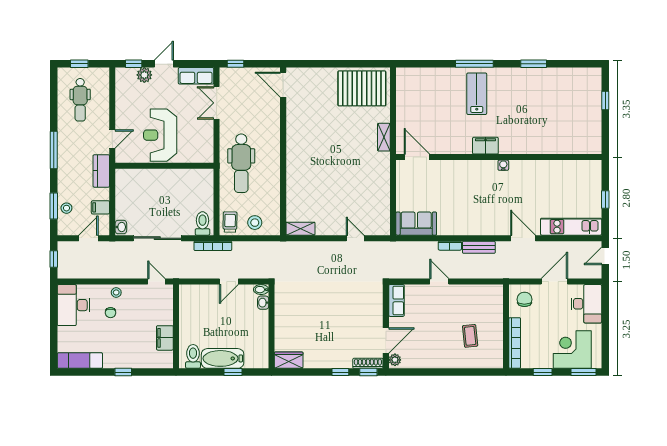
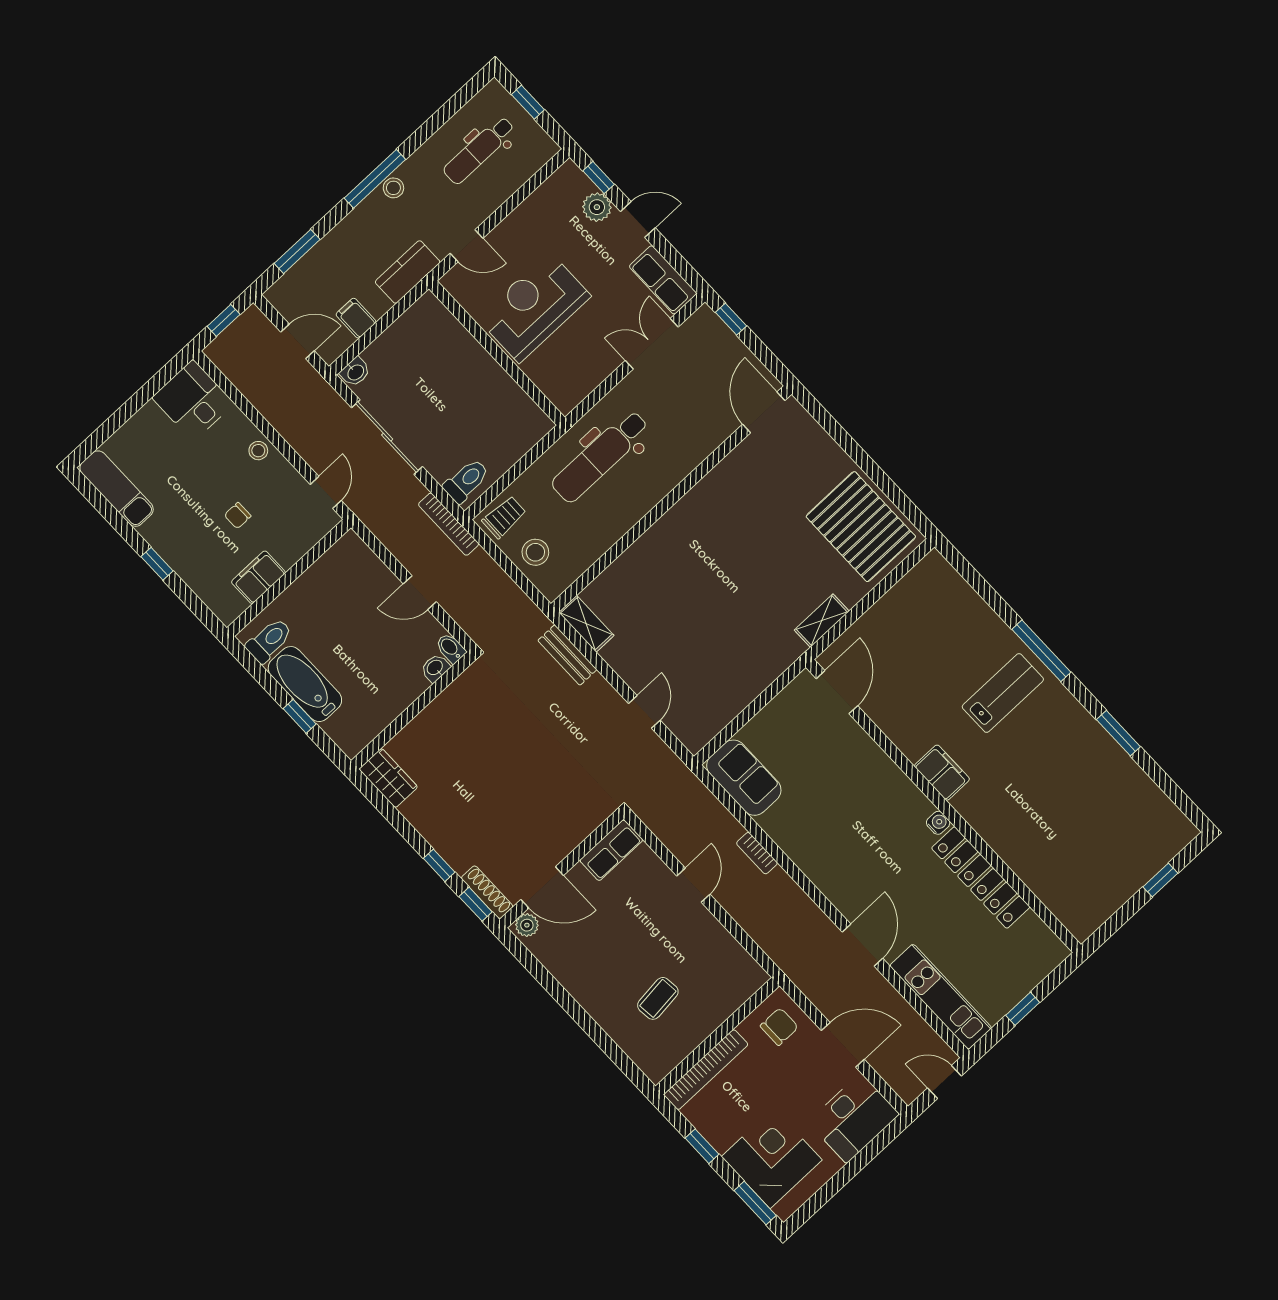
locker: (540, 168) -> (981, 878), added
stool: (66, 208) -> (393, 188), moved
bench: (479, 247) -> (567, 655), moved
desk: (74, 305) -> (193, 400), width x0.73
chair: (111, 313) -> (238, 516), moved

